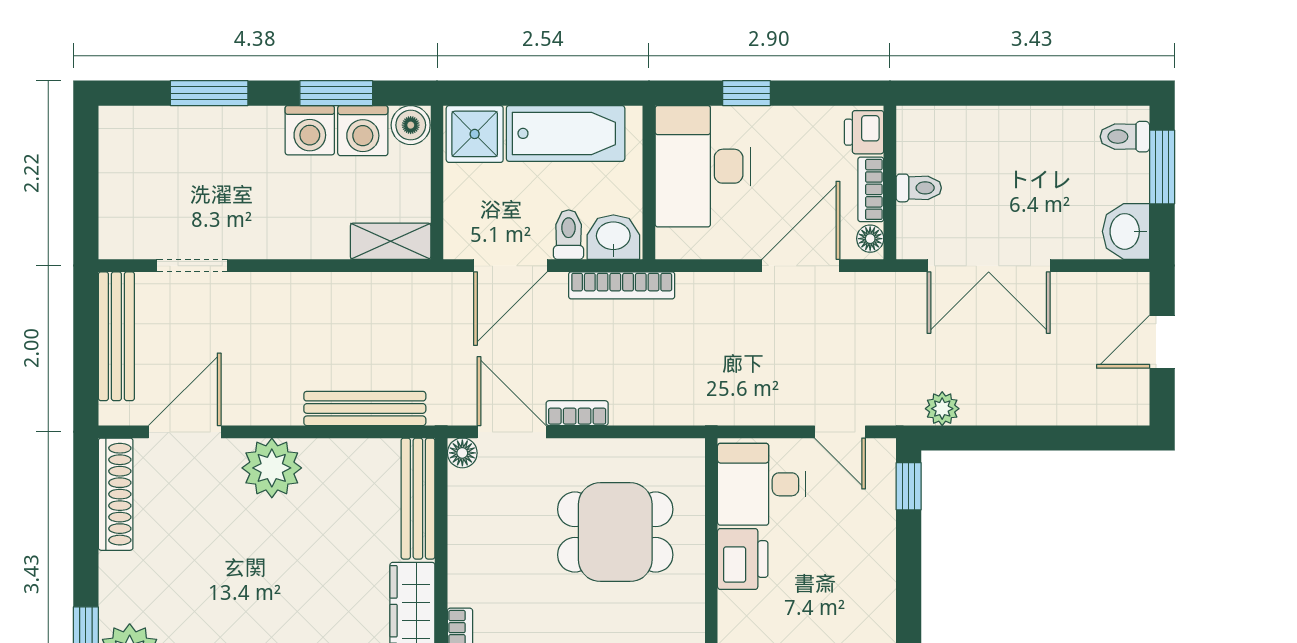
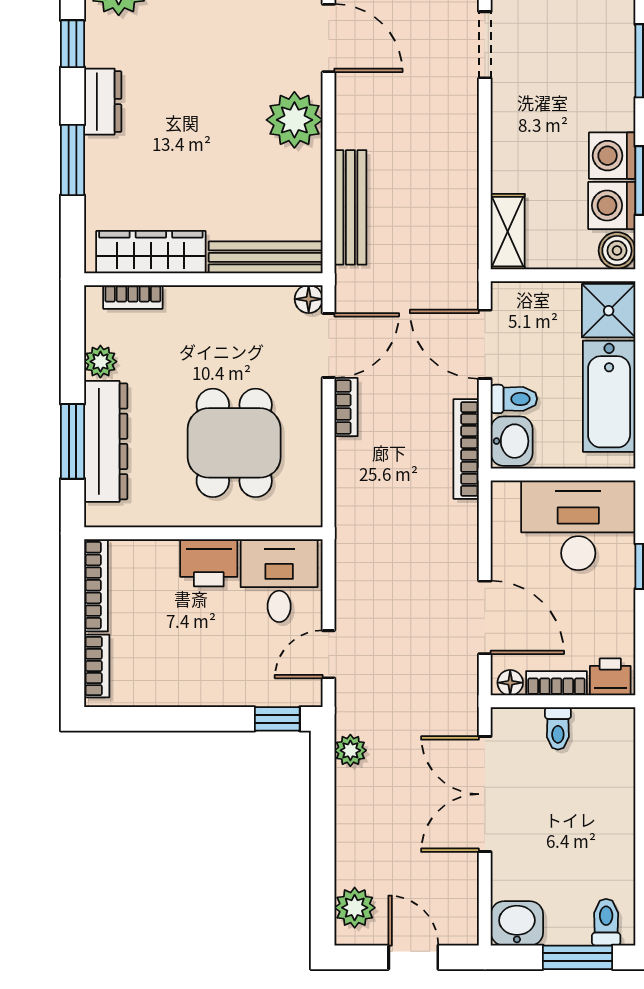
plant: (1109, 404) -> (355, 908), added

